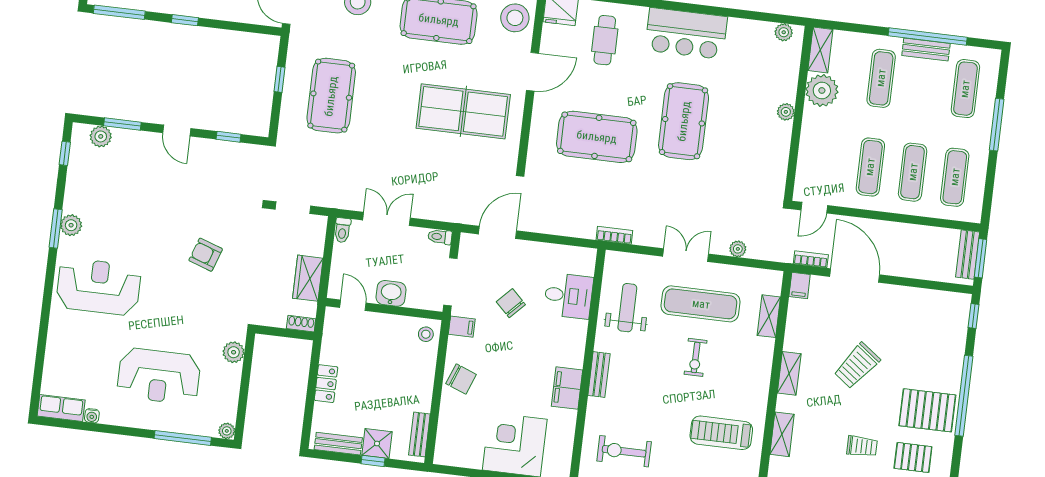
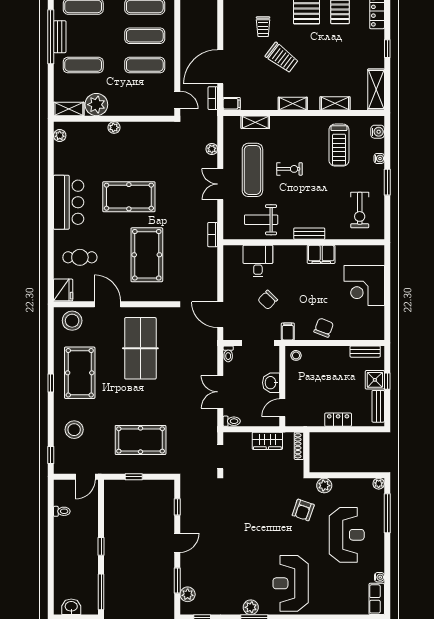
armchair: (206, 255) -> (303, 510), moved
shoe rack: (301, 324) -> (299, 446), width x1.43
trolley: (862, 446) -> (263, 27), moved, turned 180

